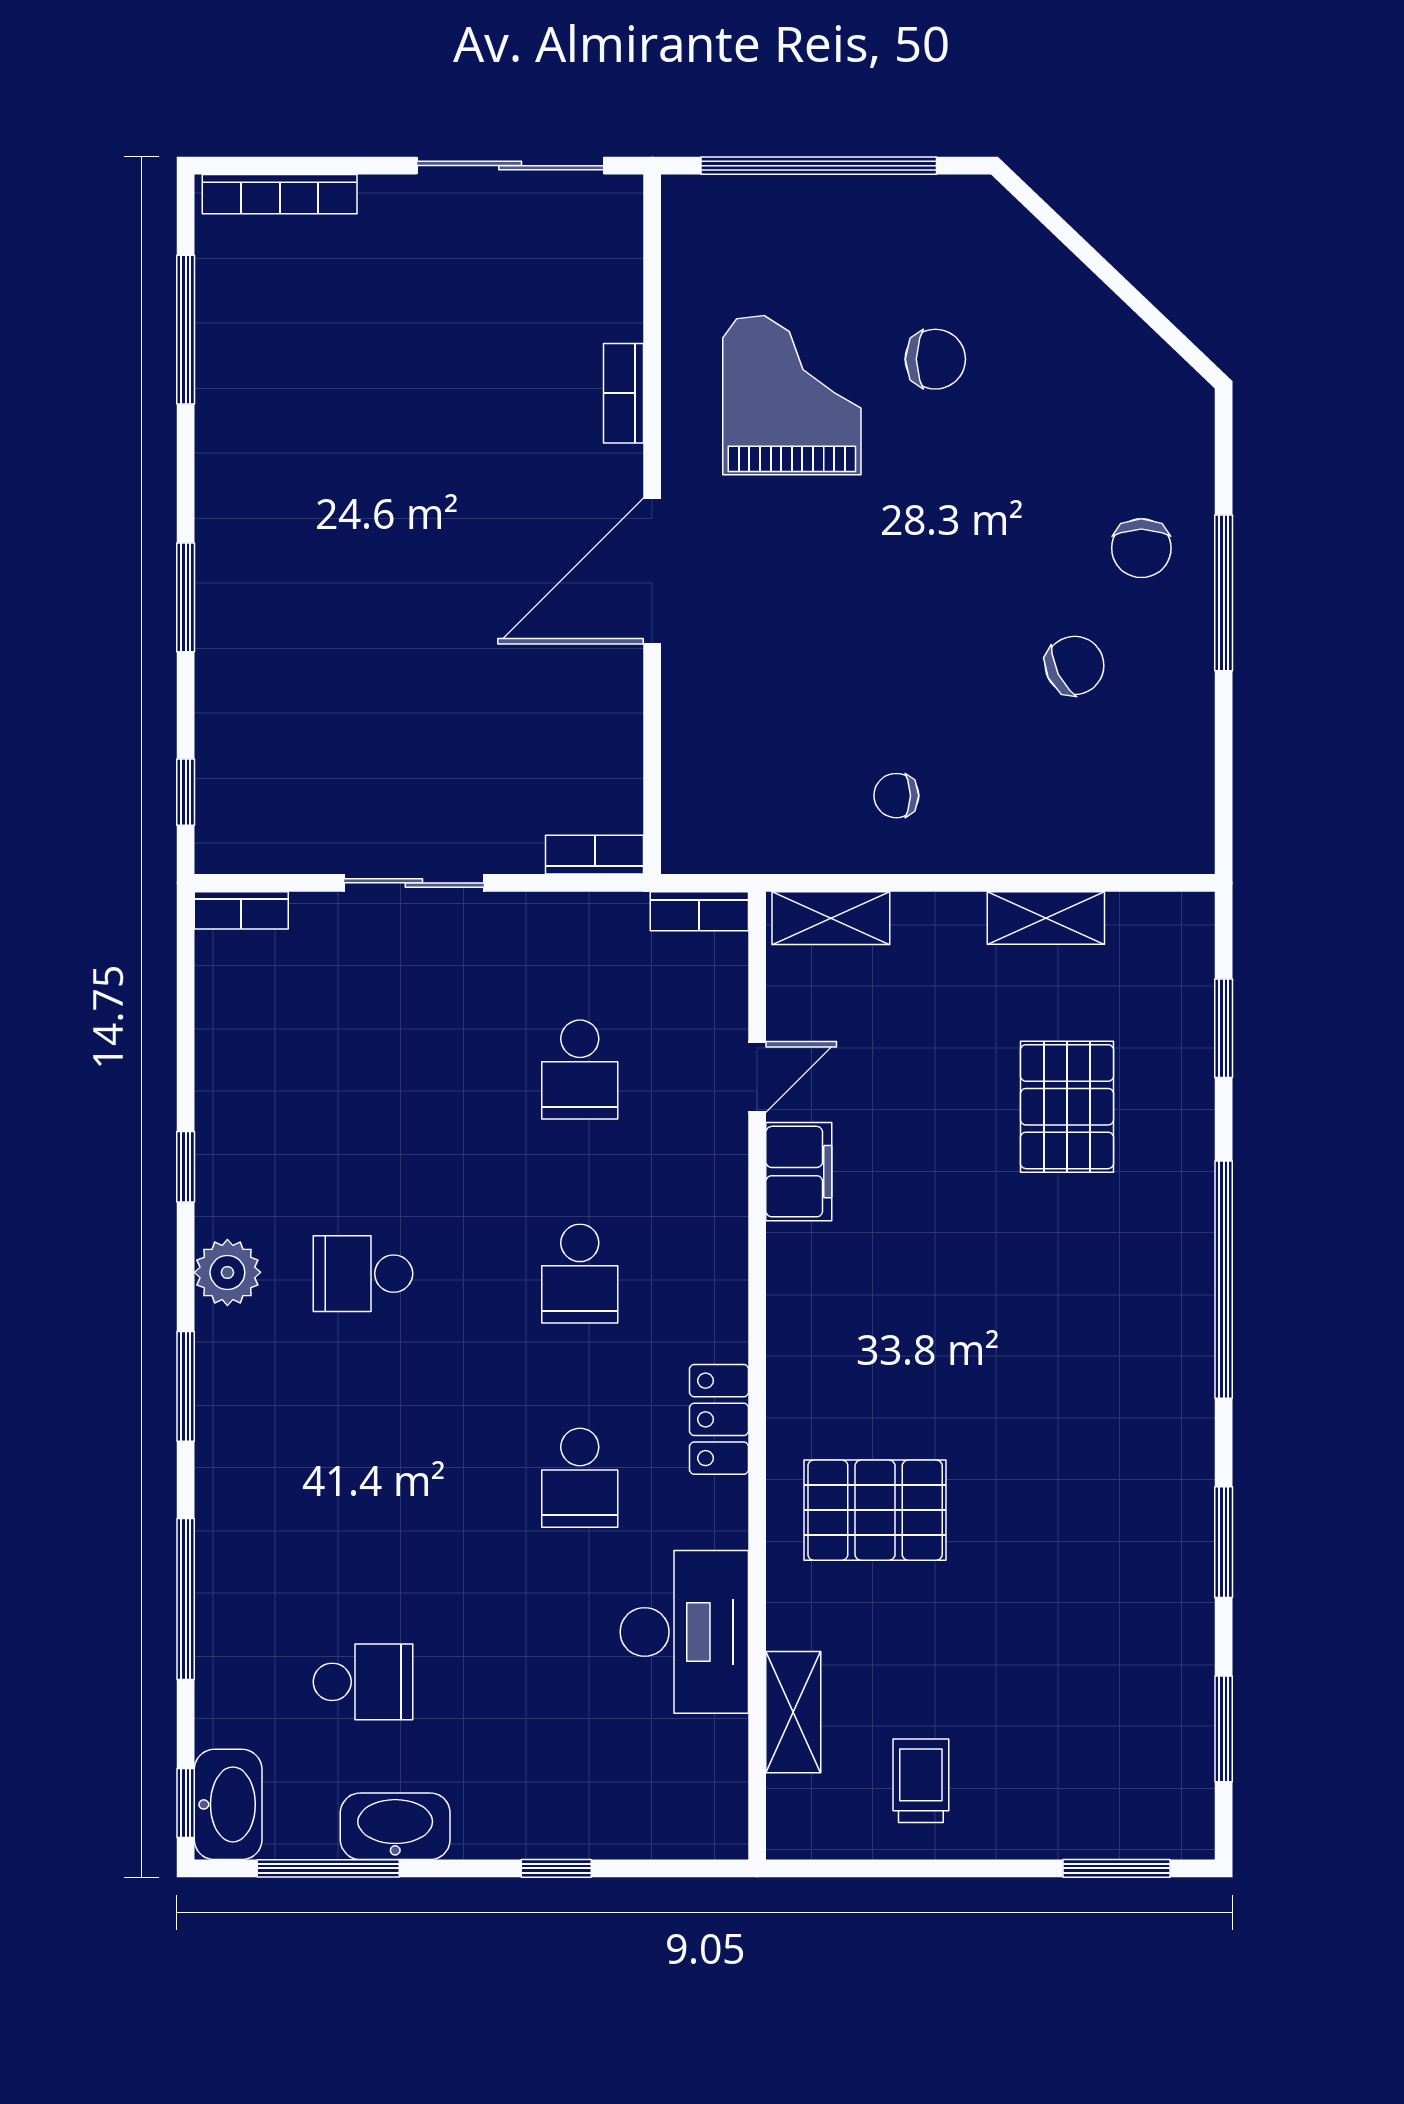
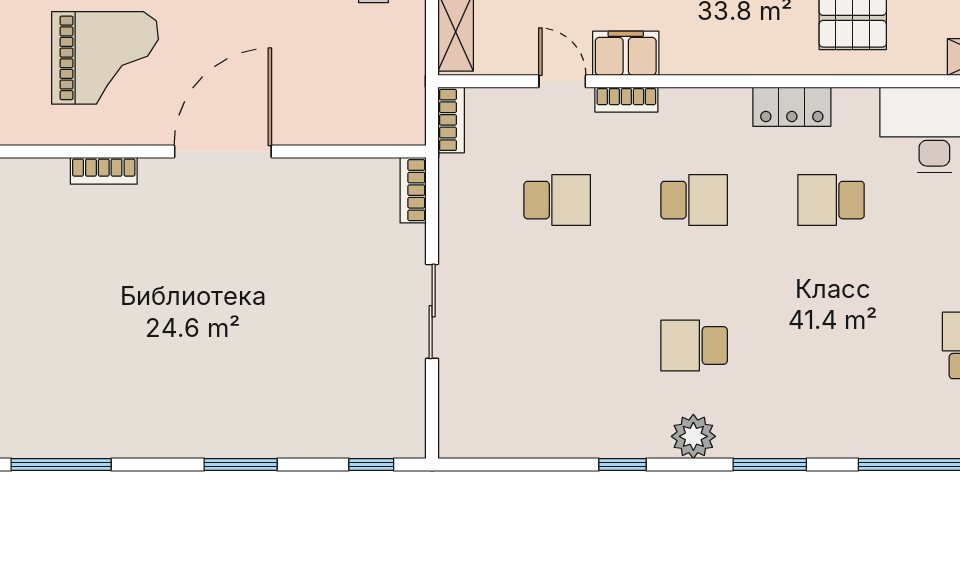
grand piano: (792, 395) -> (105, 58), turned 180
door: (652, 571) -> (223, 152), swing flipped
bookcase: (241, 910) -> (626, 100), moved, turned 90
school desk: (363, 1274) -> (694, 345), turned 90
school desk: (580, 1478) -> (831, 200), turned 180

